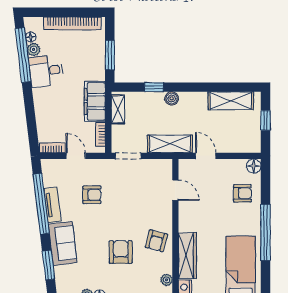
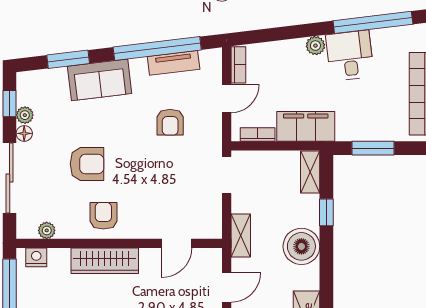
floor lamp: (31, 37) -> (399, 33), removed
plant: (34, 49) -> (315, 46), moved
boiler: (172, 98) -> (301, 246), width x1.86, depth x1.86
shelving: (118, 109) -> (310, 172), moved, turned 90
shelving: (170, 144) -> (241, 236), width x0.67, depth x0.75
tv unit: (53, 205) -> (174, 63), moved
armchair: (156, 241) -> (103, 216), turned 75
wardrobe: (187, 256) -> (105, 261), moved

